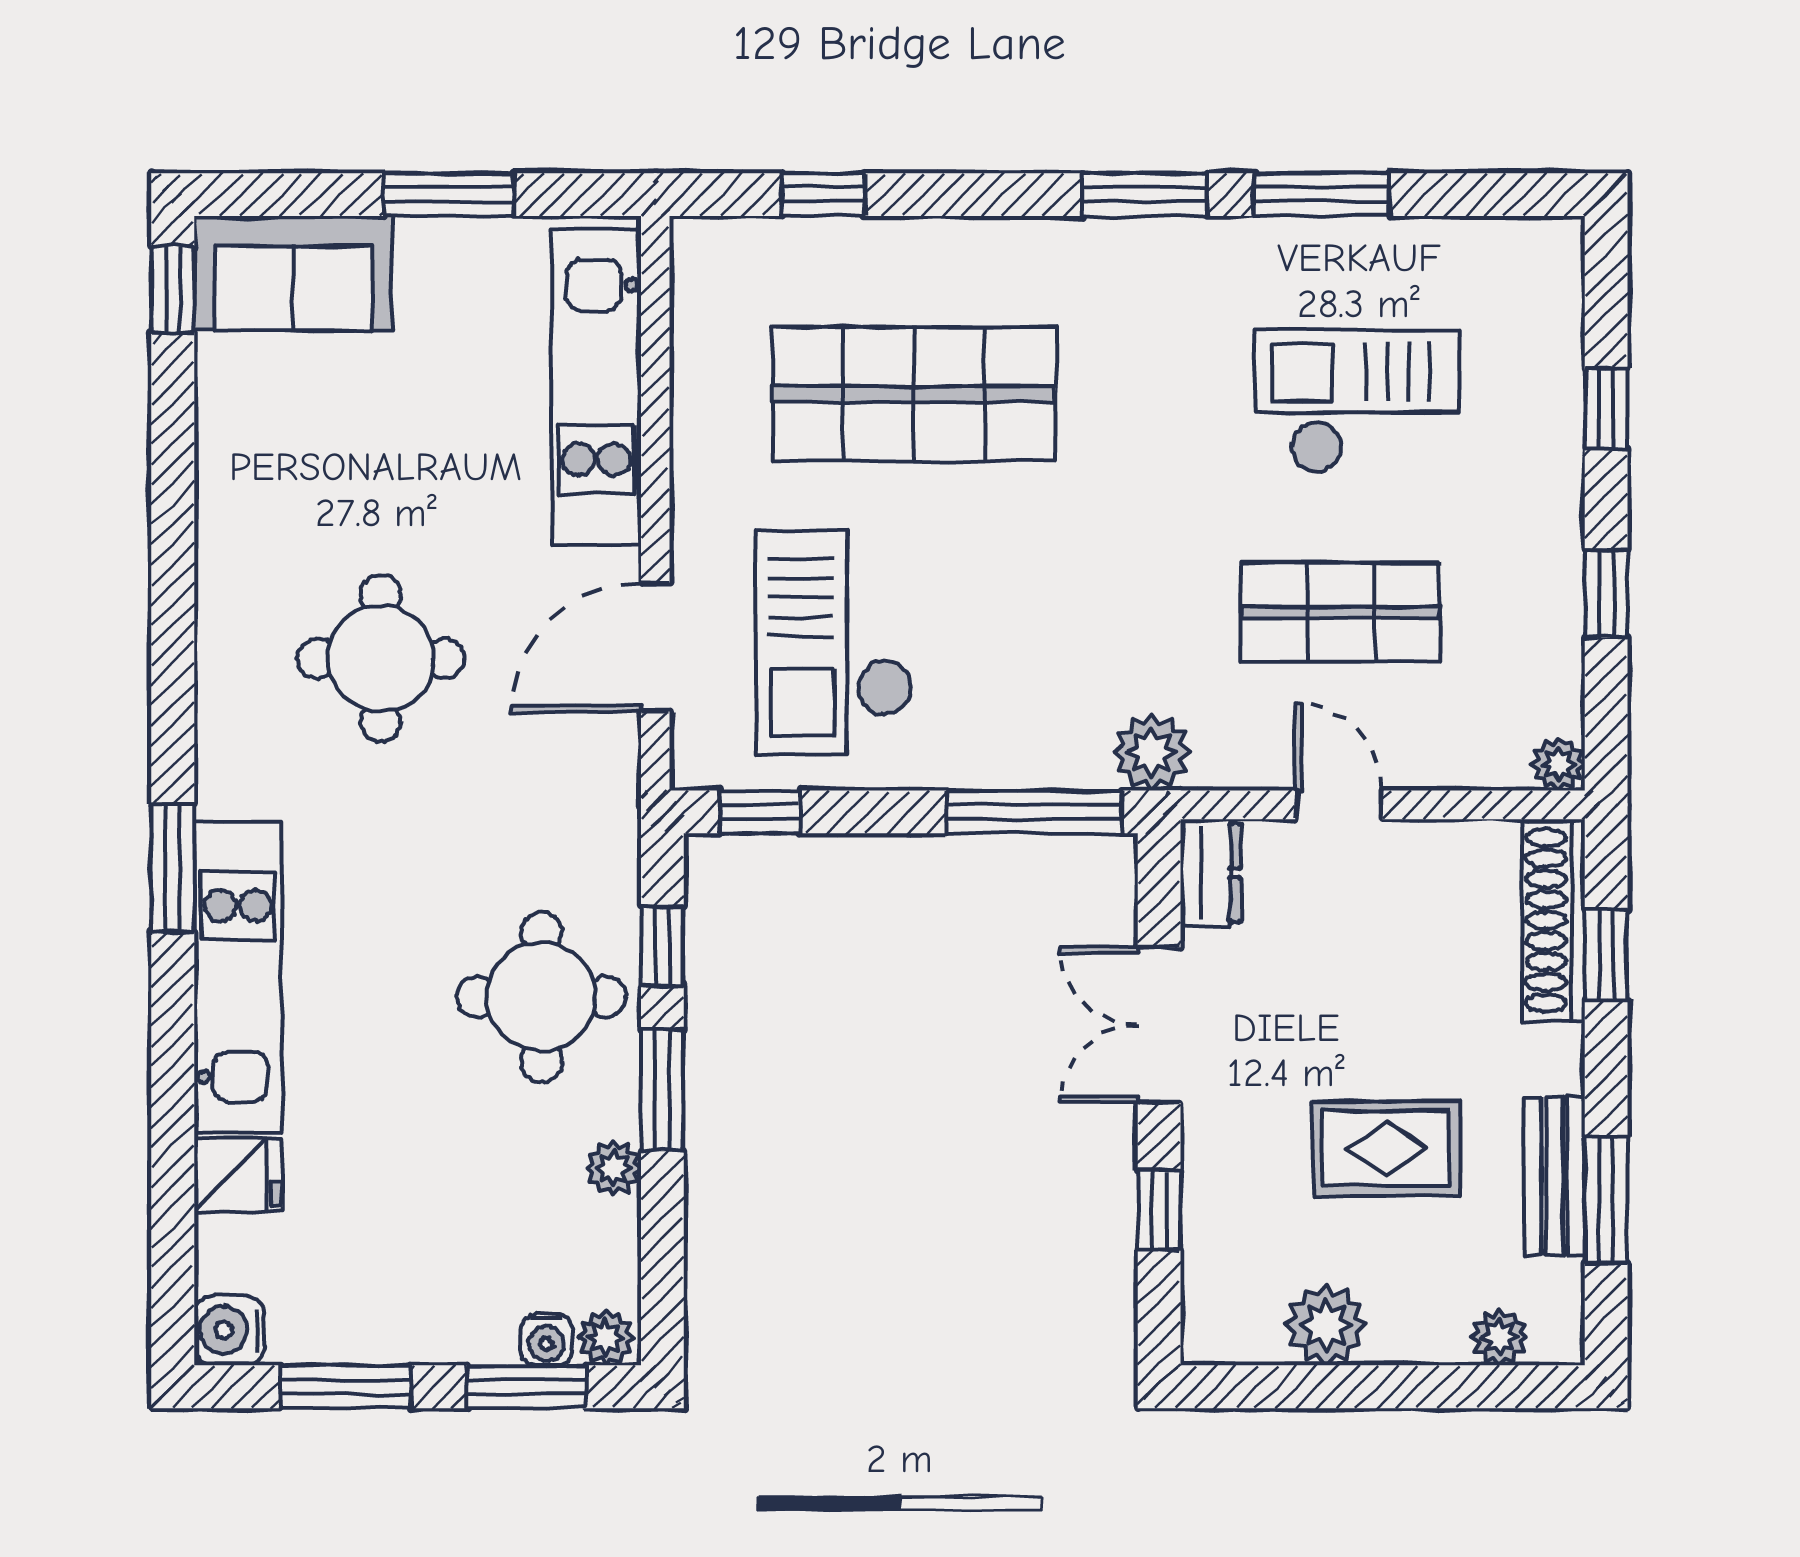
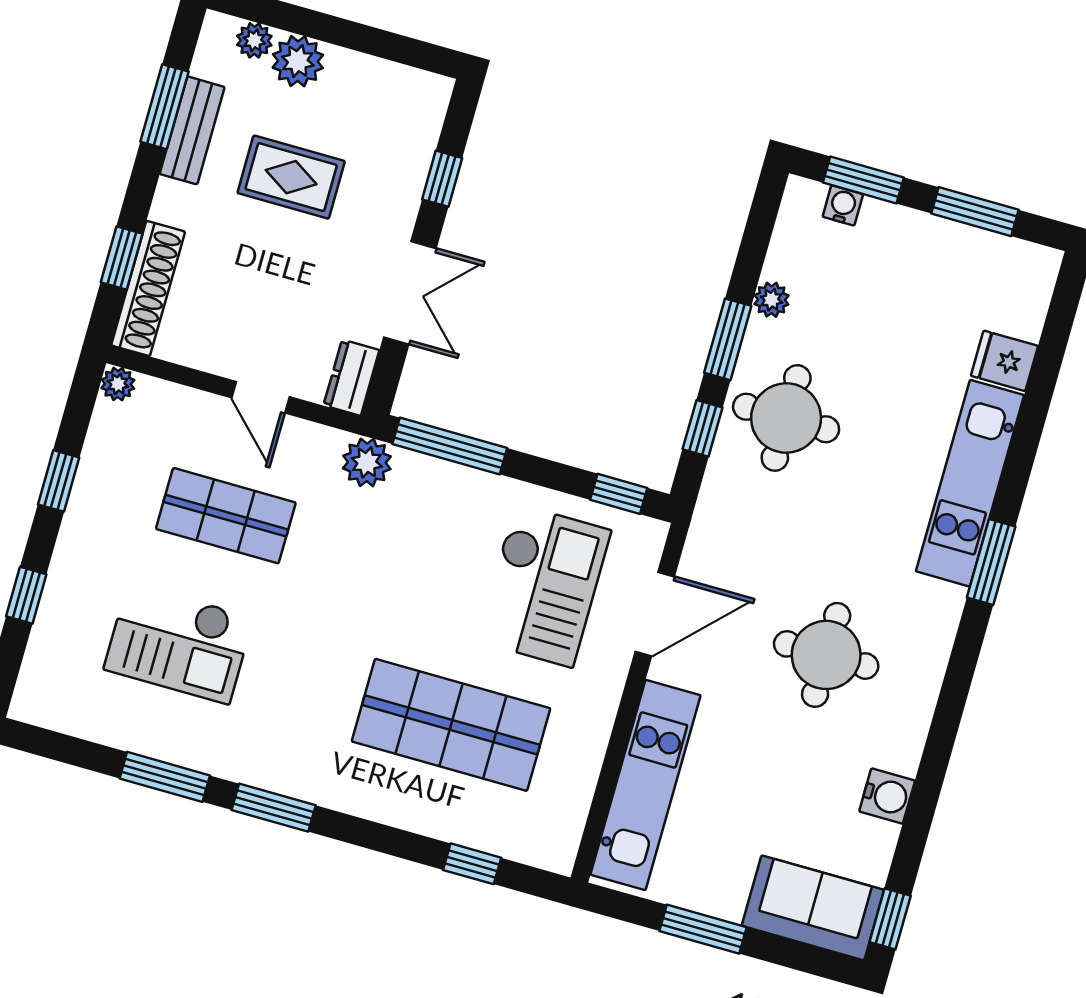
plant: (1326, 1325) -> (298, 61), moved
water cooler: (229, 1330) -> (887, 796), moved
plant: (606, 1338) -> (806, 197), removed

